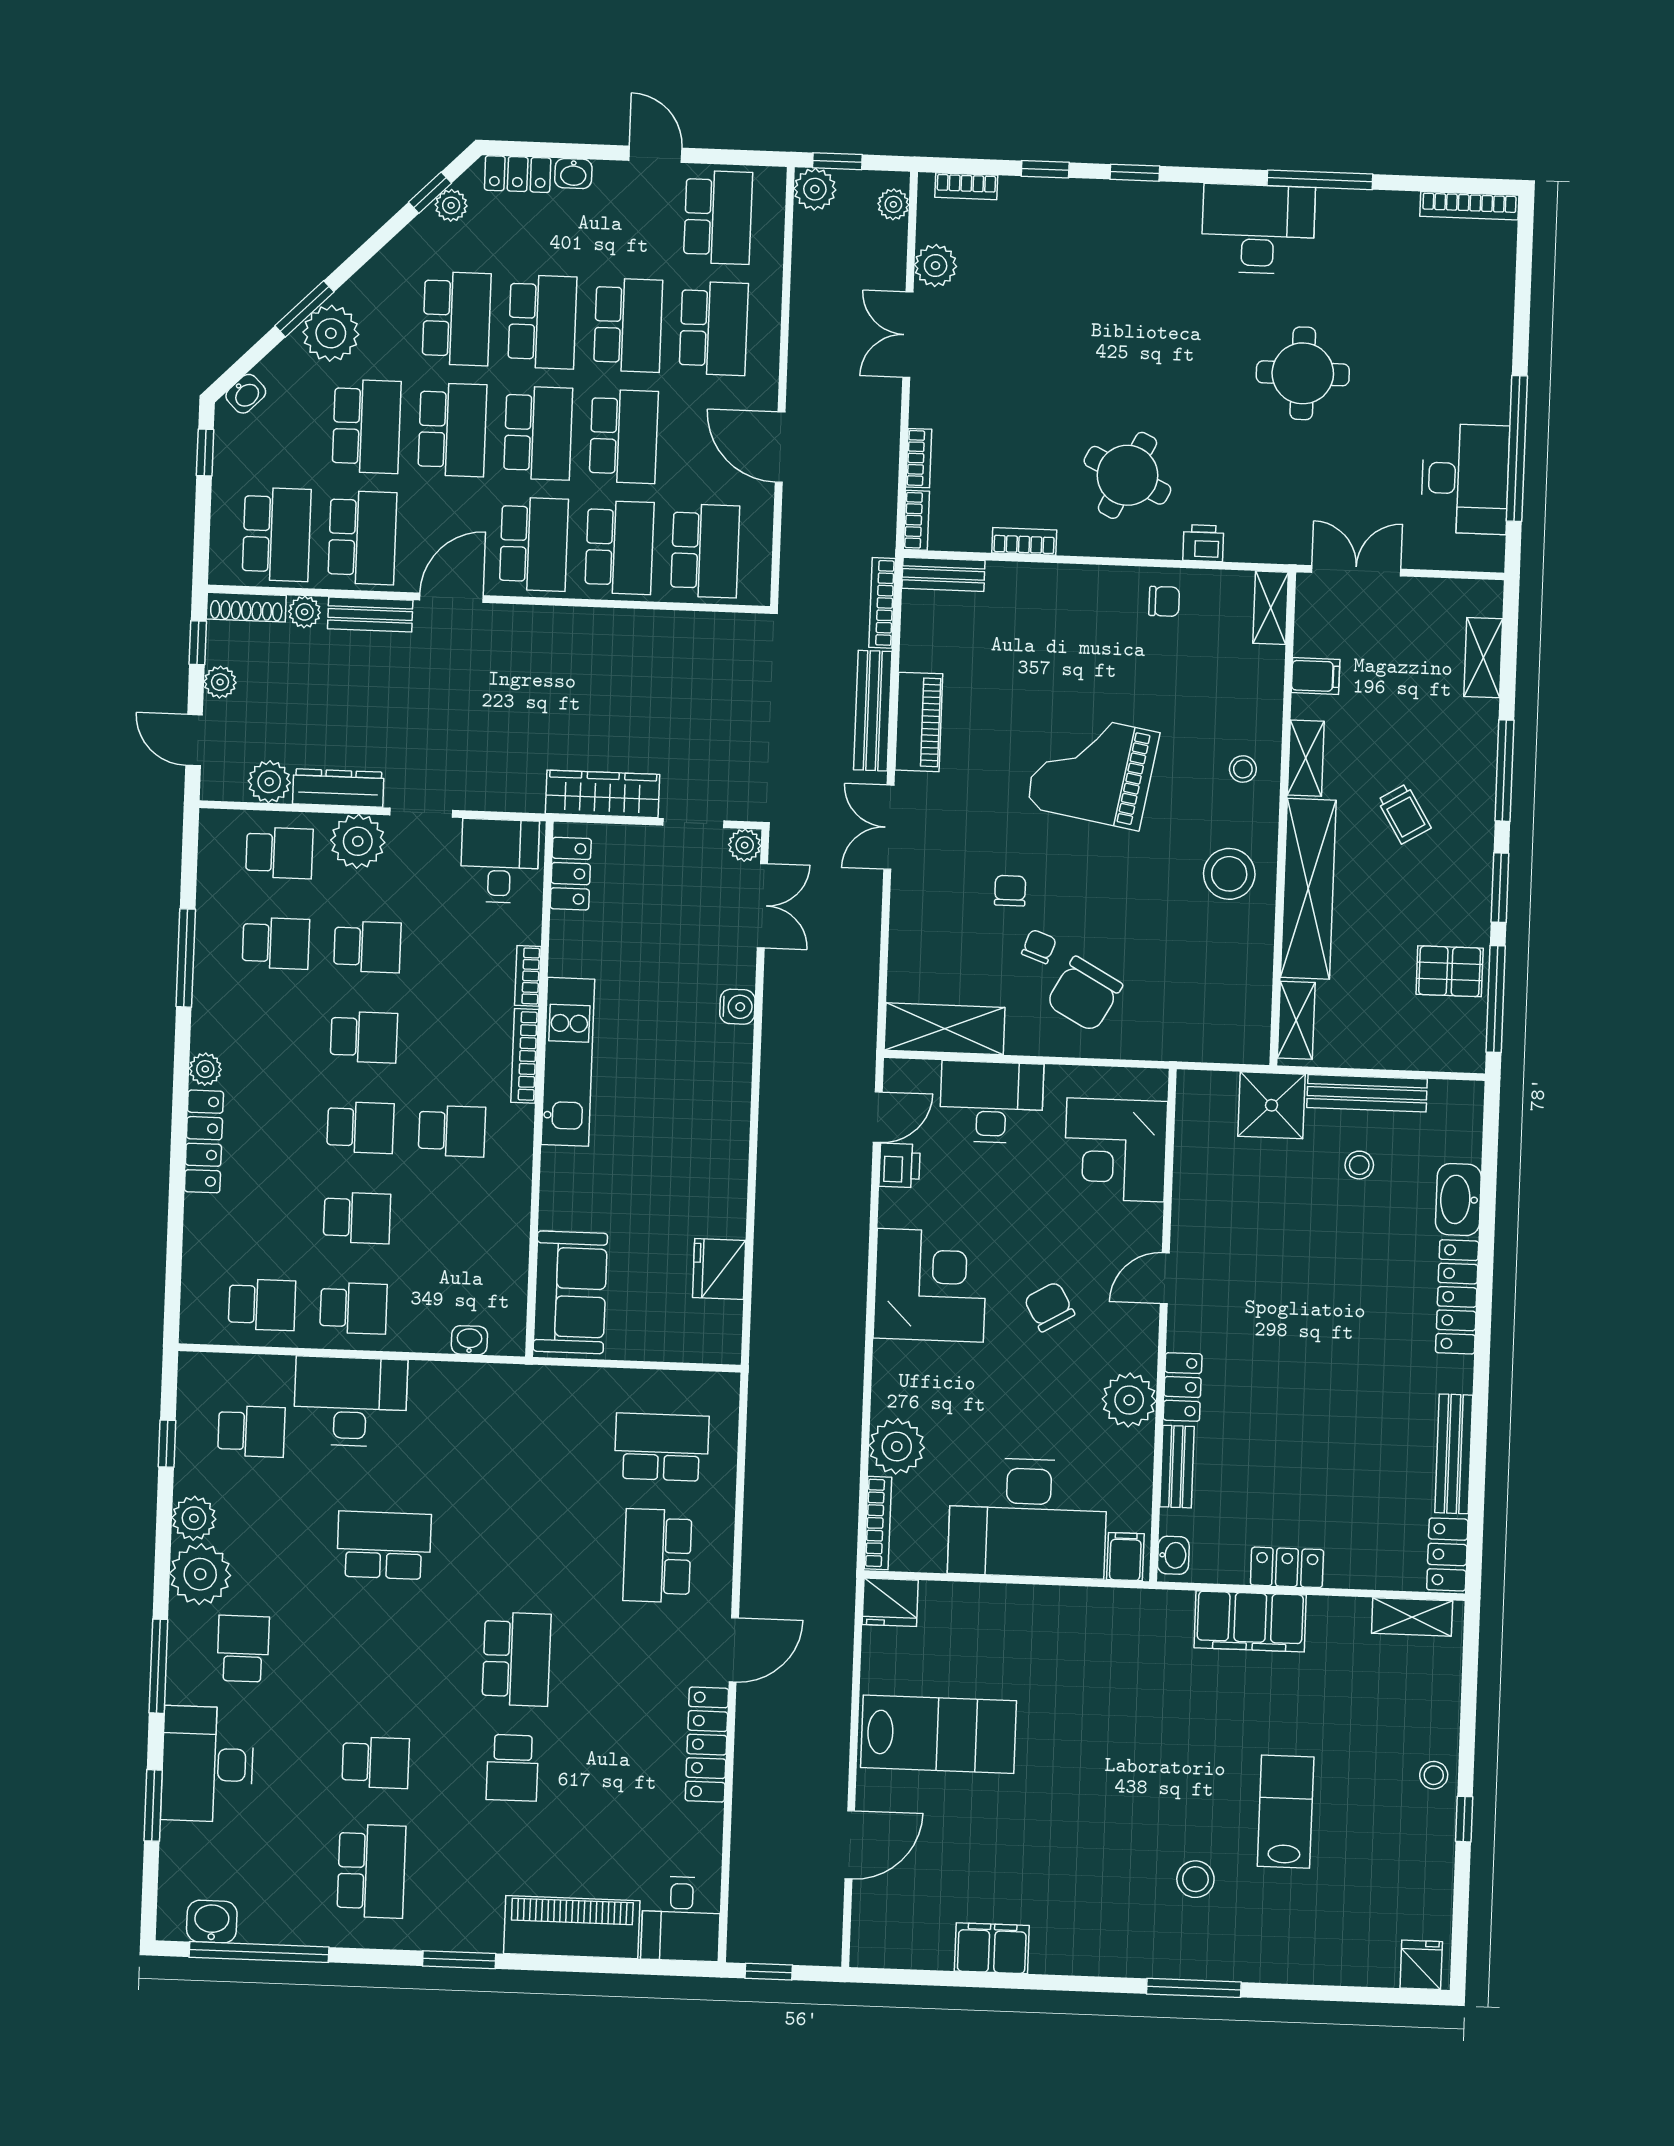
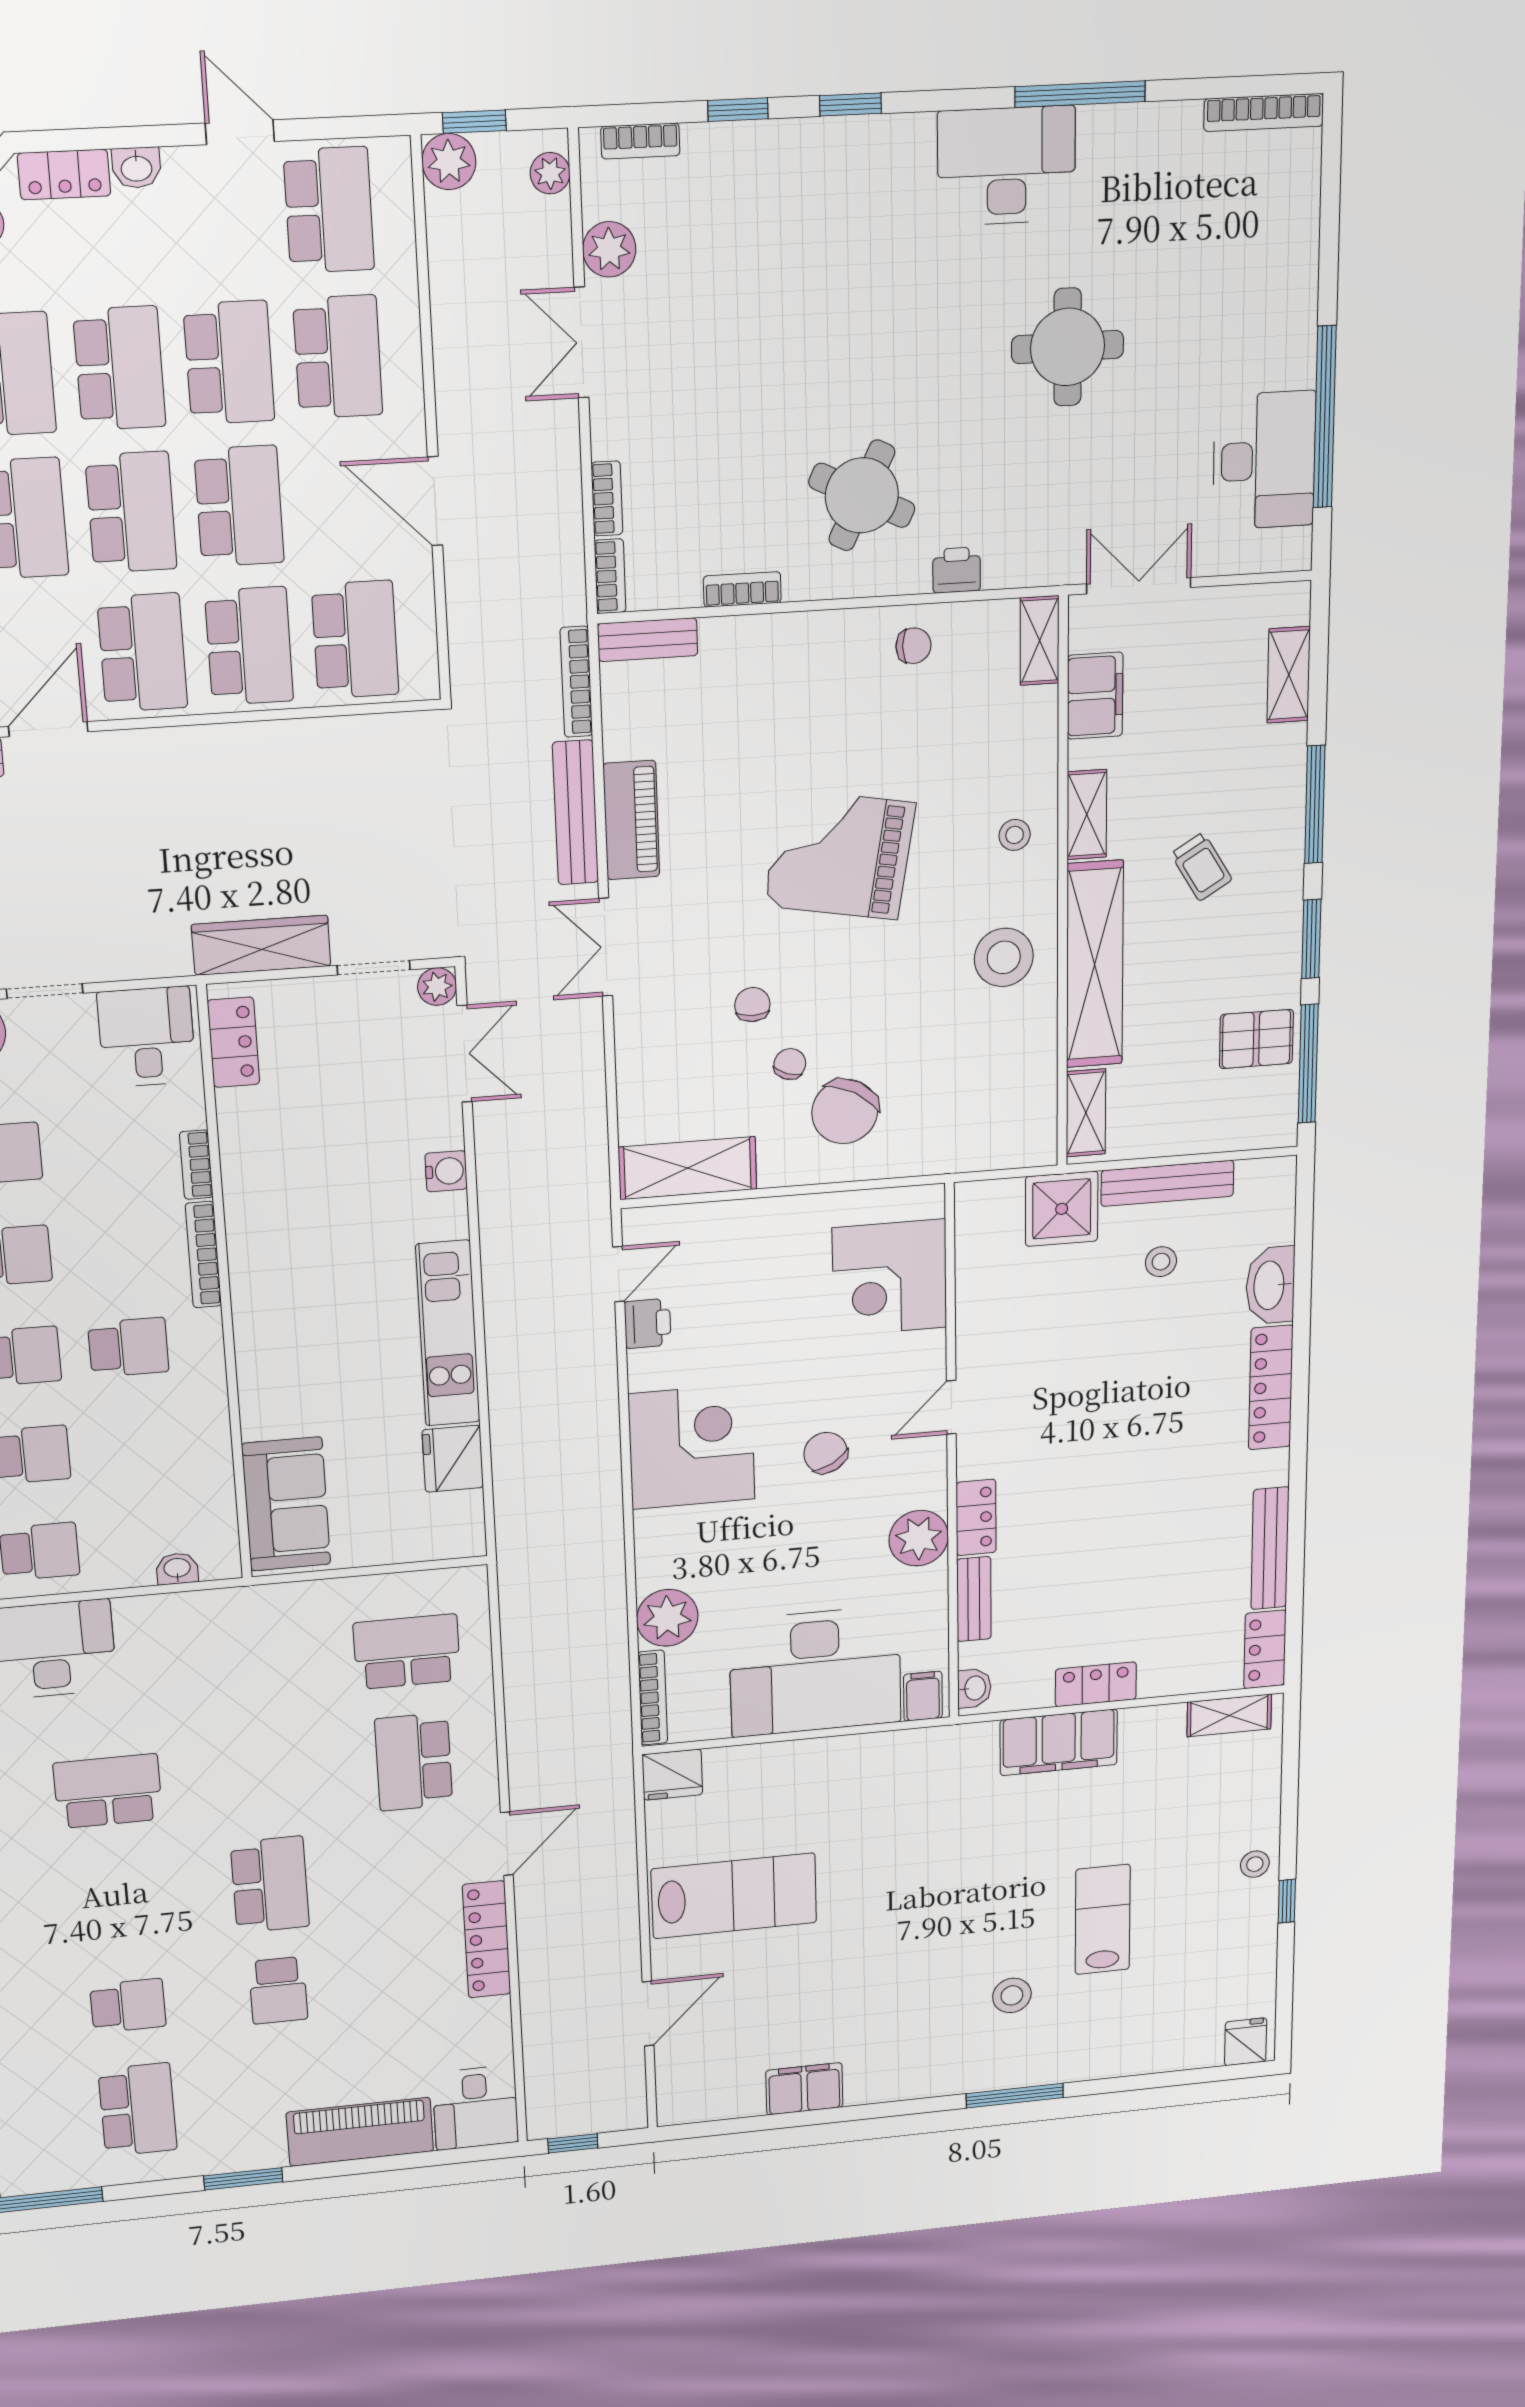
filing cabinet: (1316, 676) -> (1095, 696), width x2.00
kitchen unit: (568, 1062) -> (448, 1333), moved, turned 180
desk: (991, 1102) -> (747, 1242), removed

